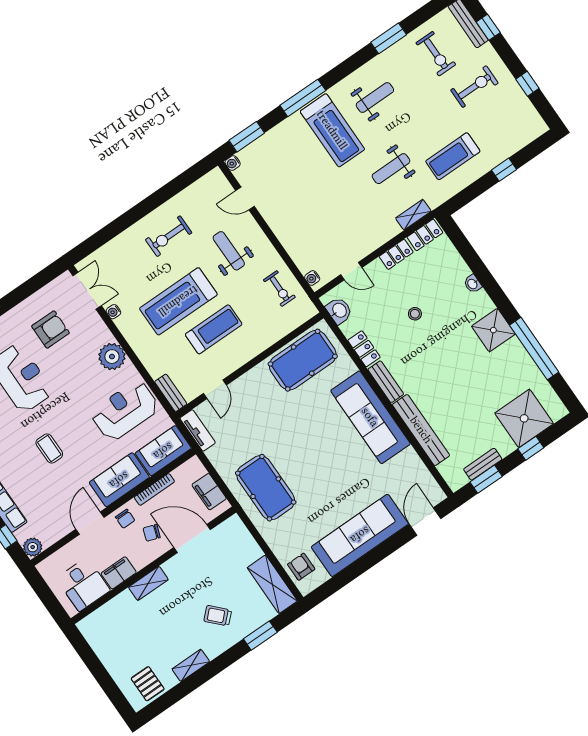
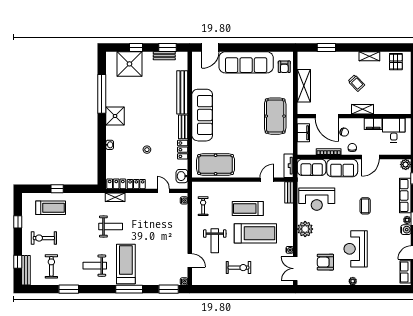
treadmill: (453, 156) -> (51, 208), moved
shelving: (272, 584) -> (304, 86), moved
trolley: (218, 616) -> (356, 83), moved

